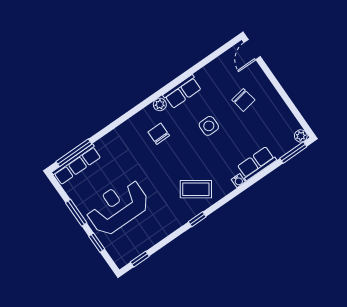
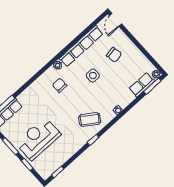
row of seats: (182, 92) -> (81, 46), width x2.02
row of seats: (257, 163) -> (142, 85), moved

